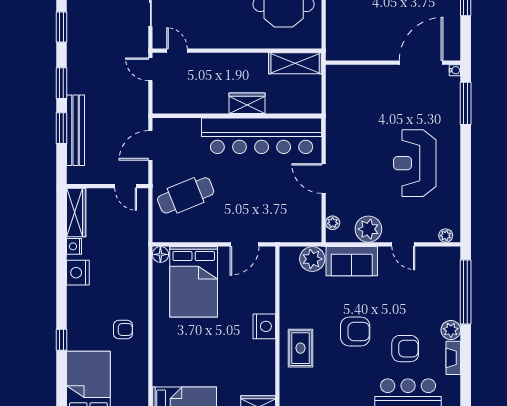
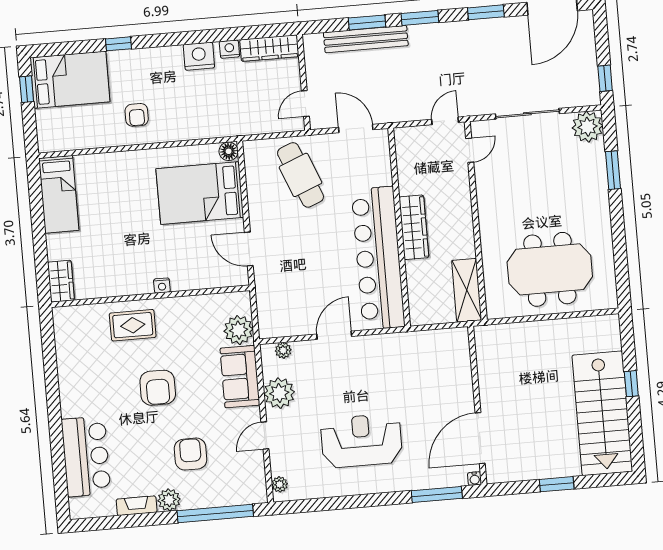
door: (421, 63) -> (480, 438), swing flipped
wardrobe: (247, 103) -> (414, 227), width x1.50
nightstand: (264, 326) -> (162, 286), width x0.53, depth x0.56
armchair: (405, 349) -> (191, 454), moved, turned 180

